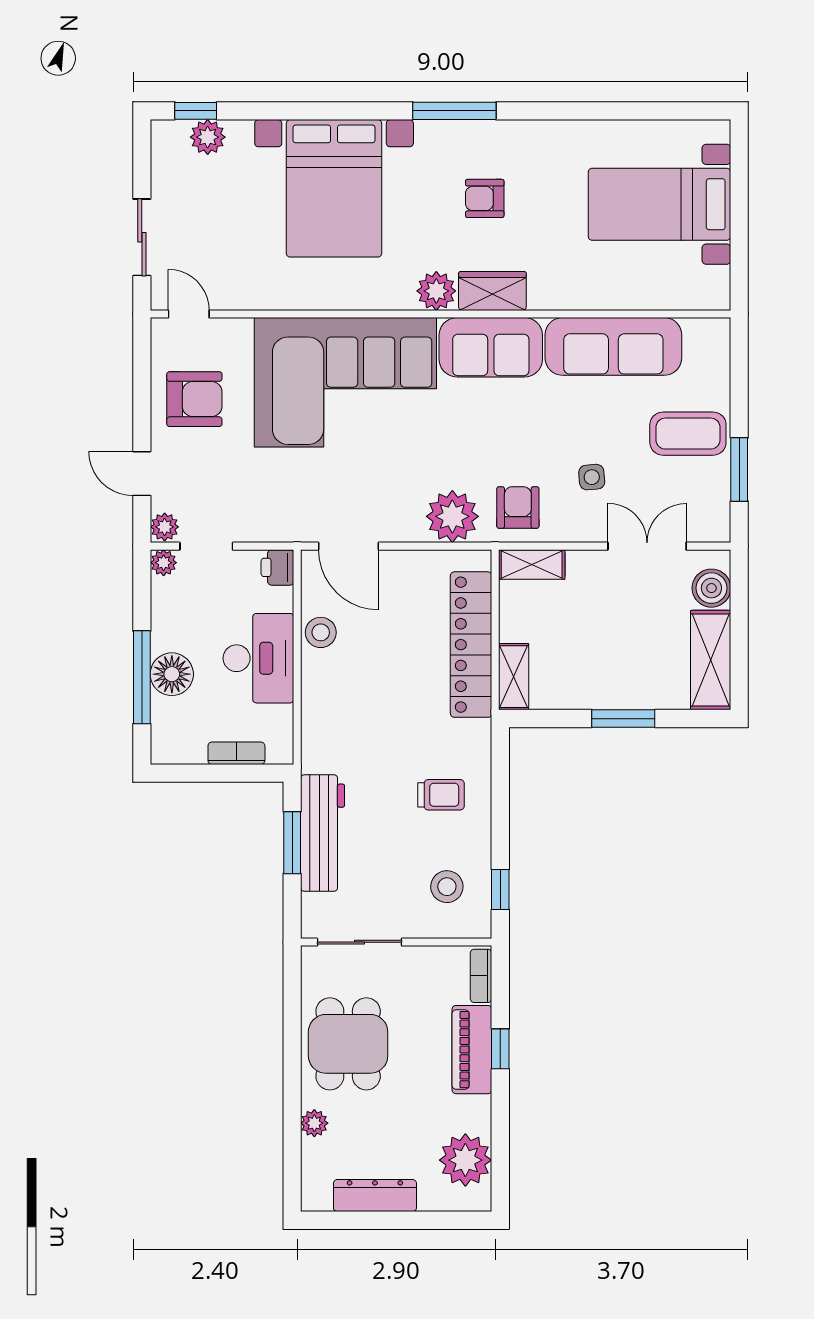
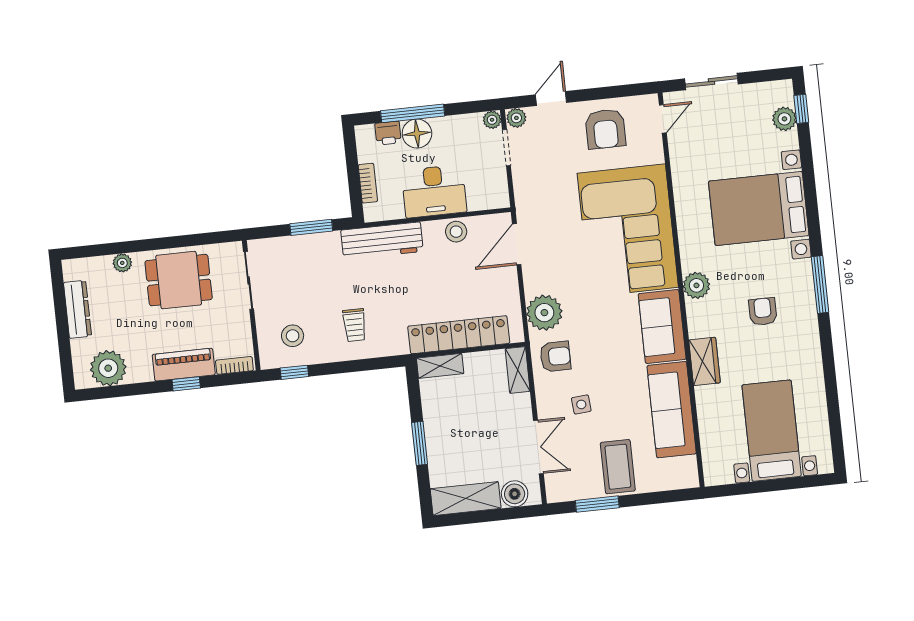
wardrobe: (492, 291) -> (705, 361), moved
printer: (277, 567) -> (388, 133), moved, turned 180
workbench: (323, 833) -> (382, 241), moved

